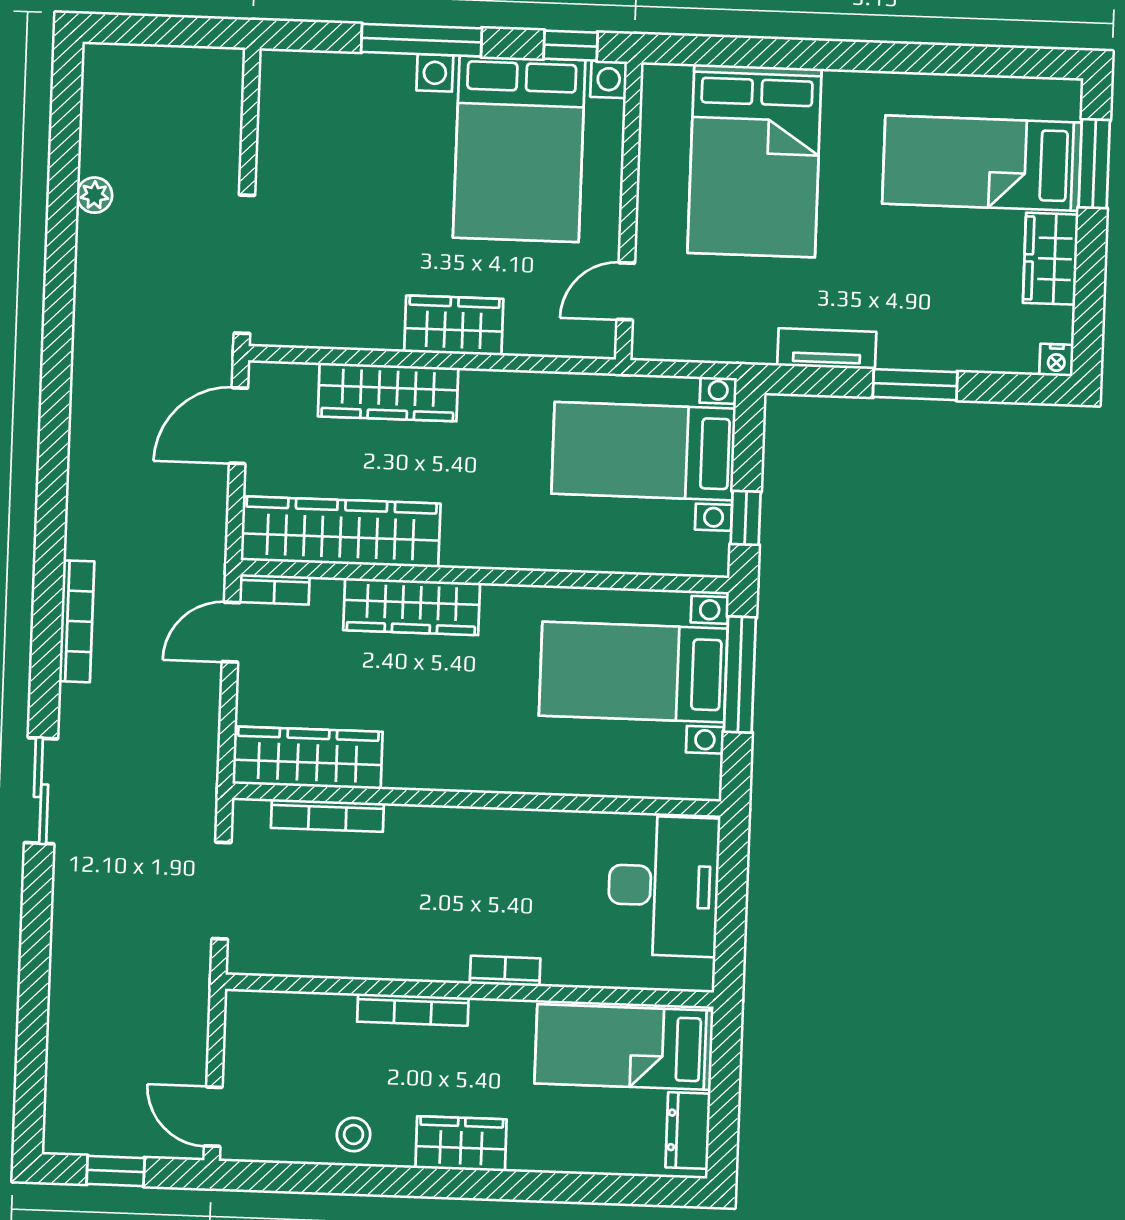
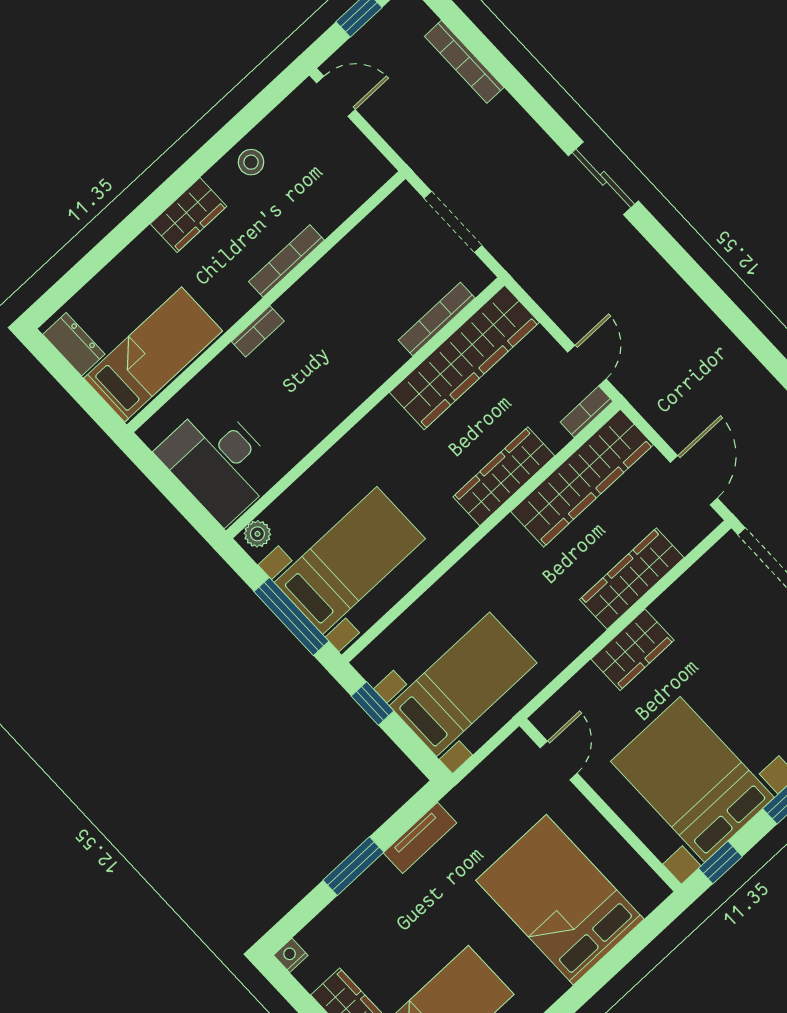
bookcase: (77, 621) -> (464, 62), moved
wardrobe: (308, 758) -> (464, 357), width x1.40, depth x1.17
plant: (694, 783) -> (257, 534), added

